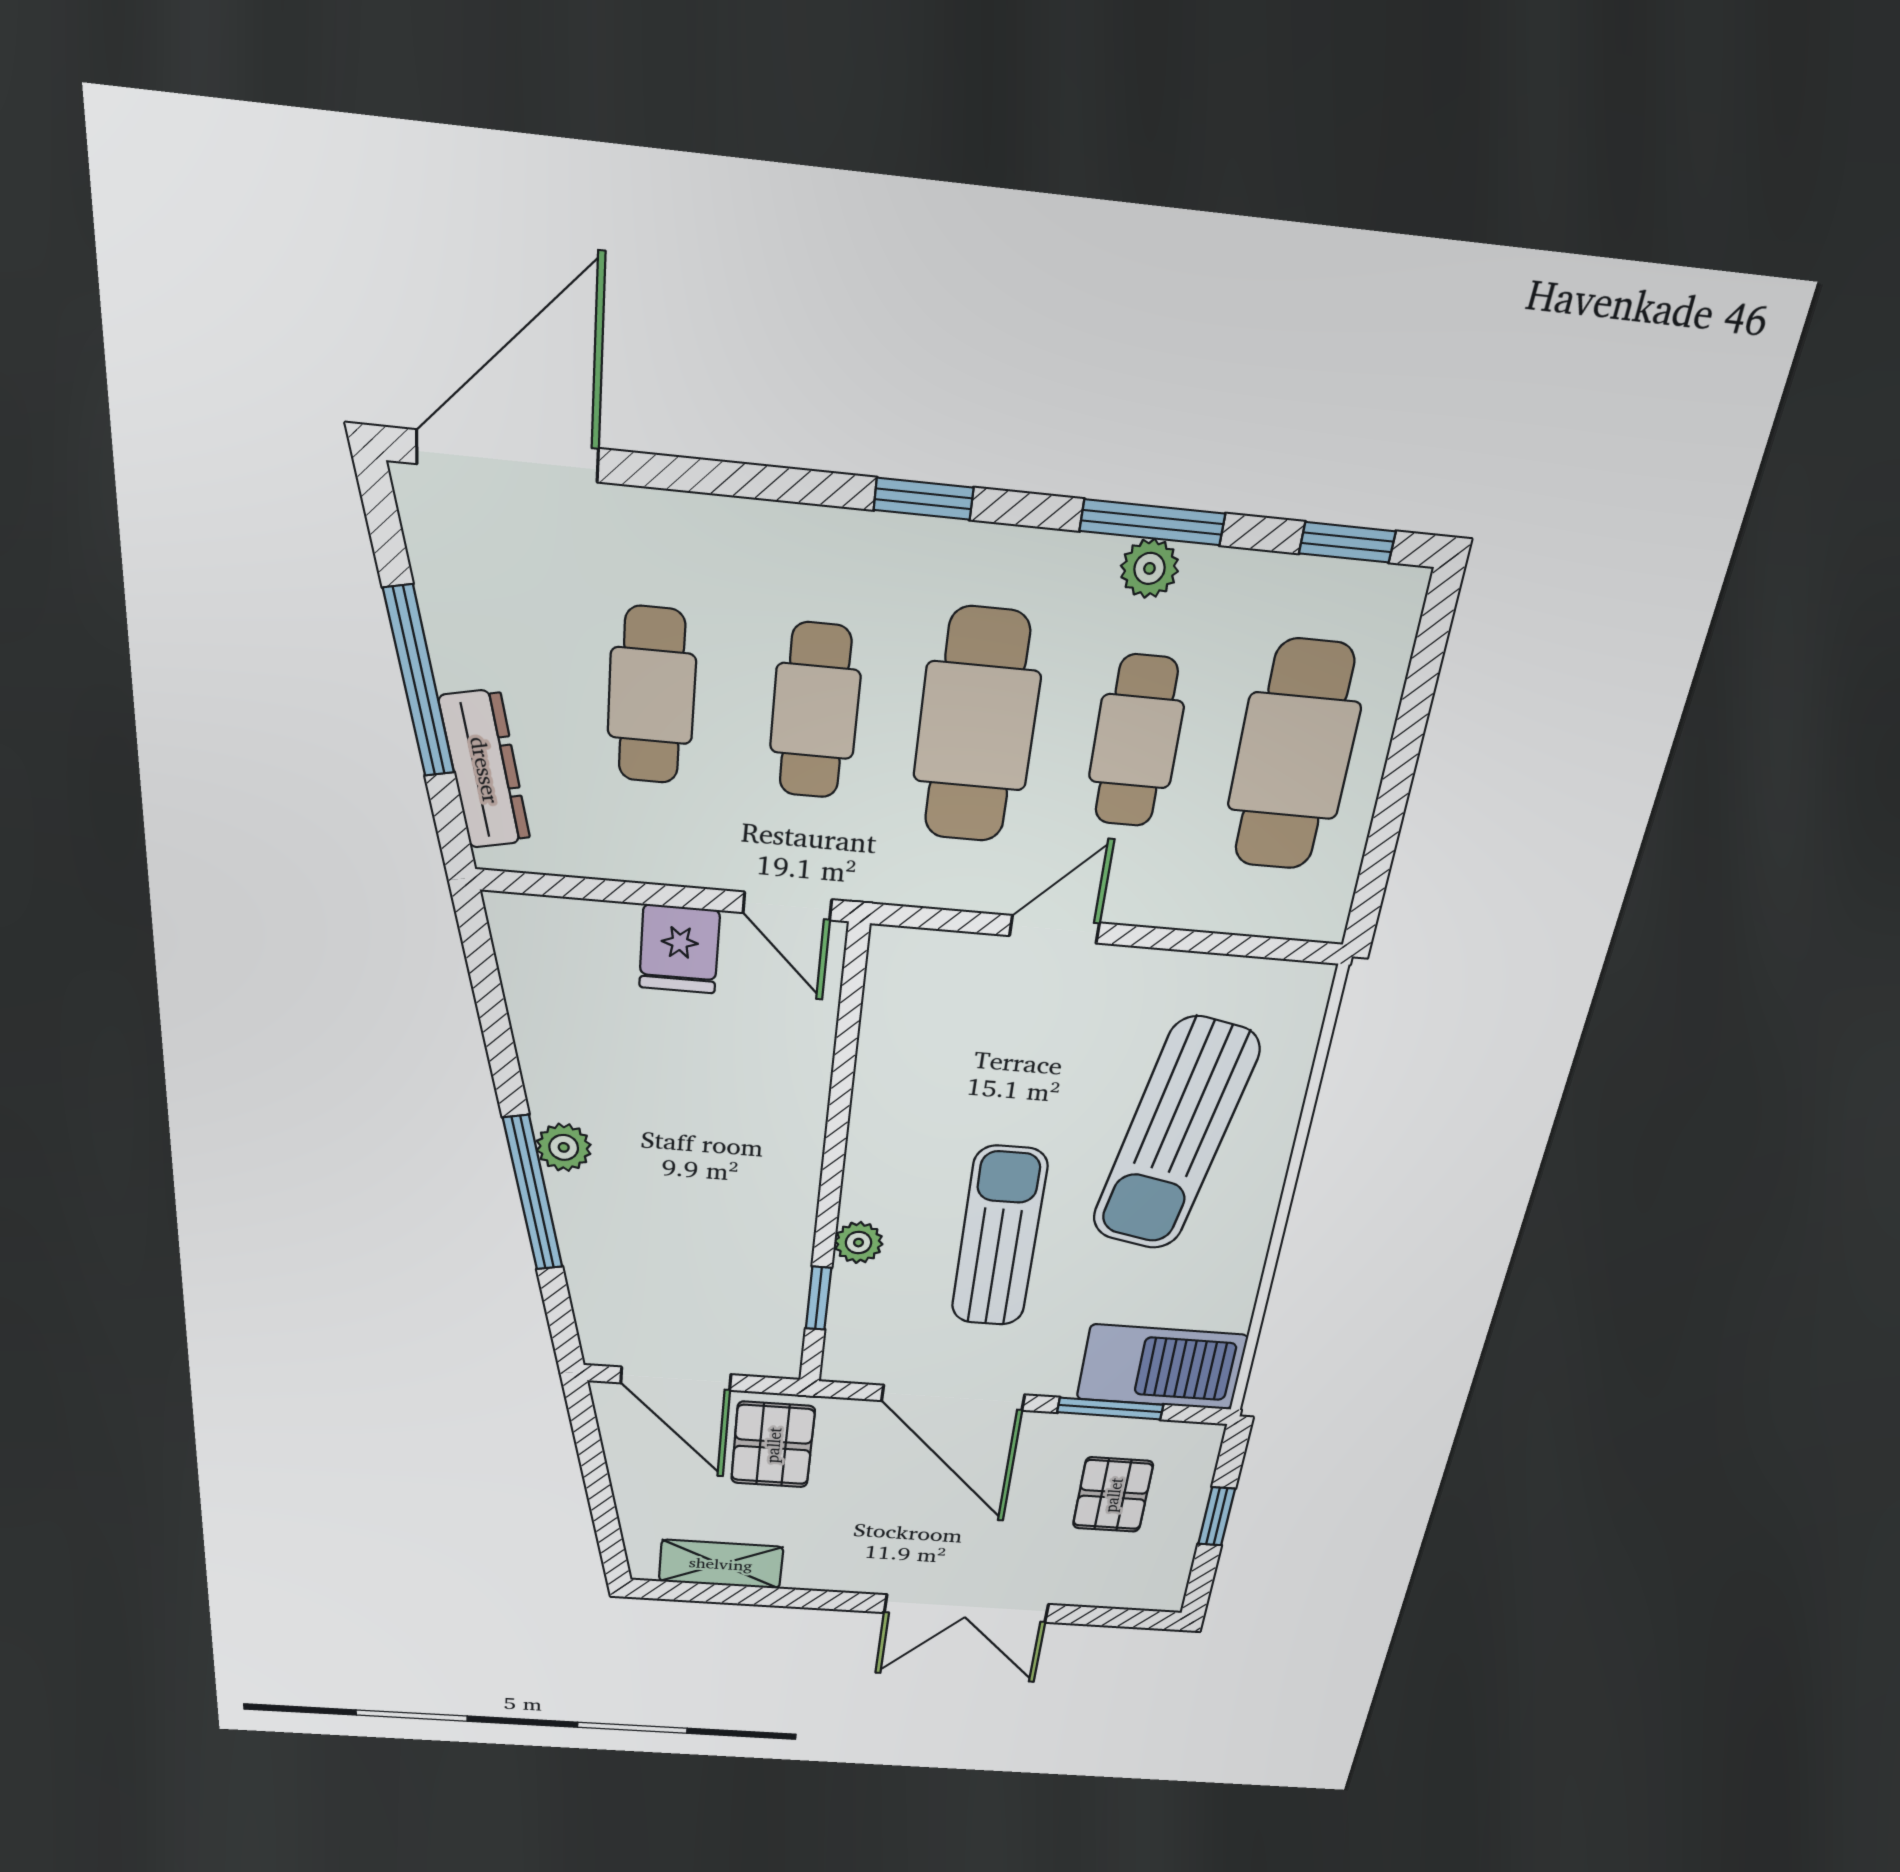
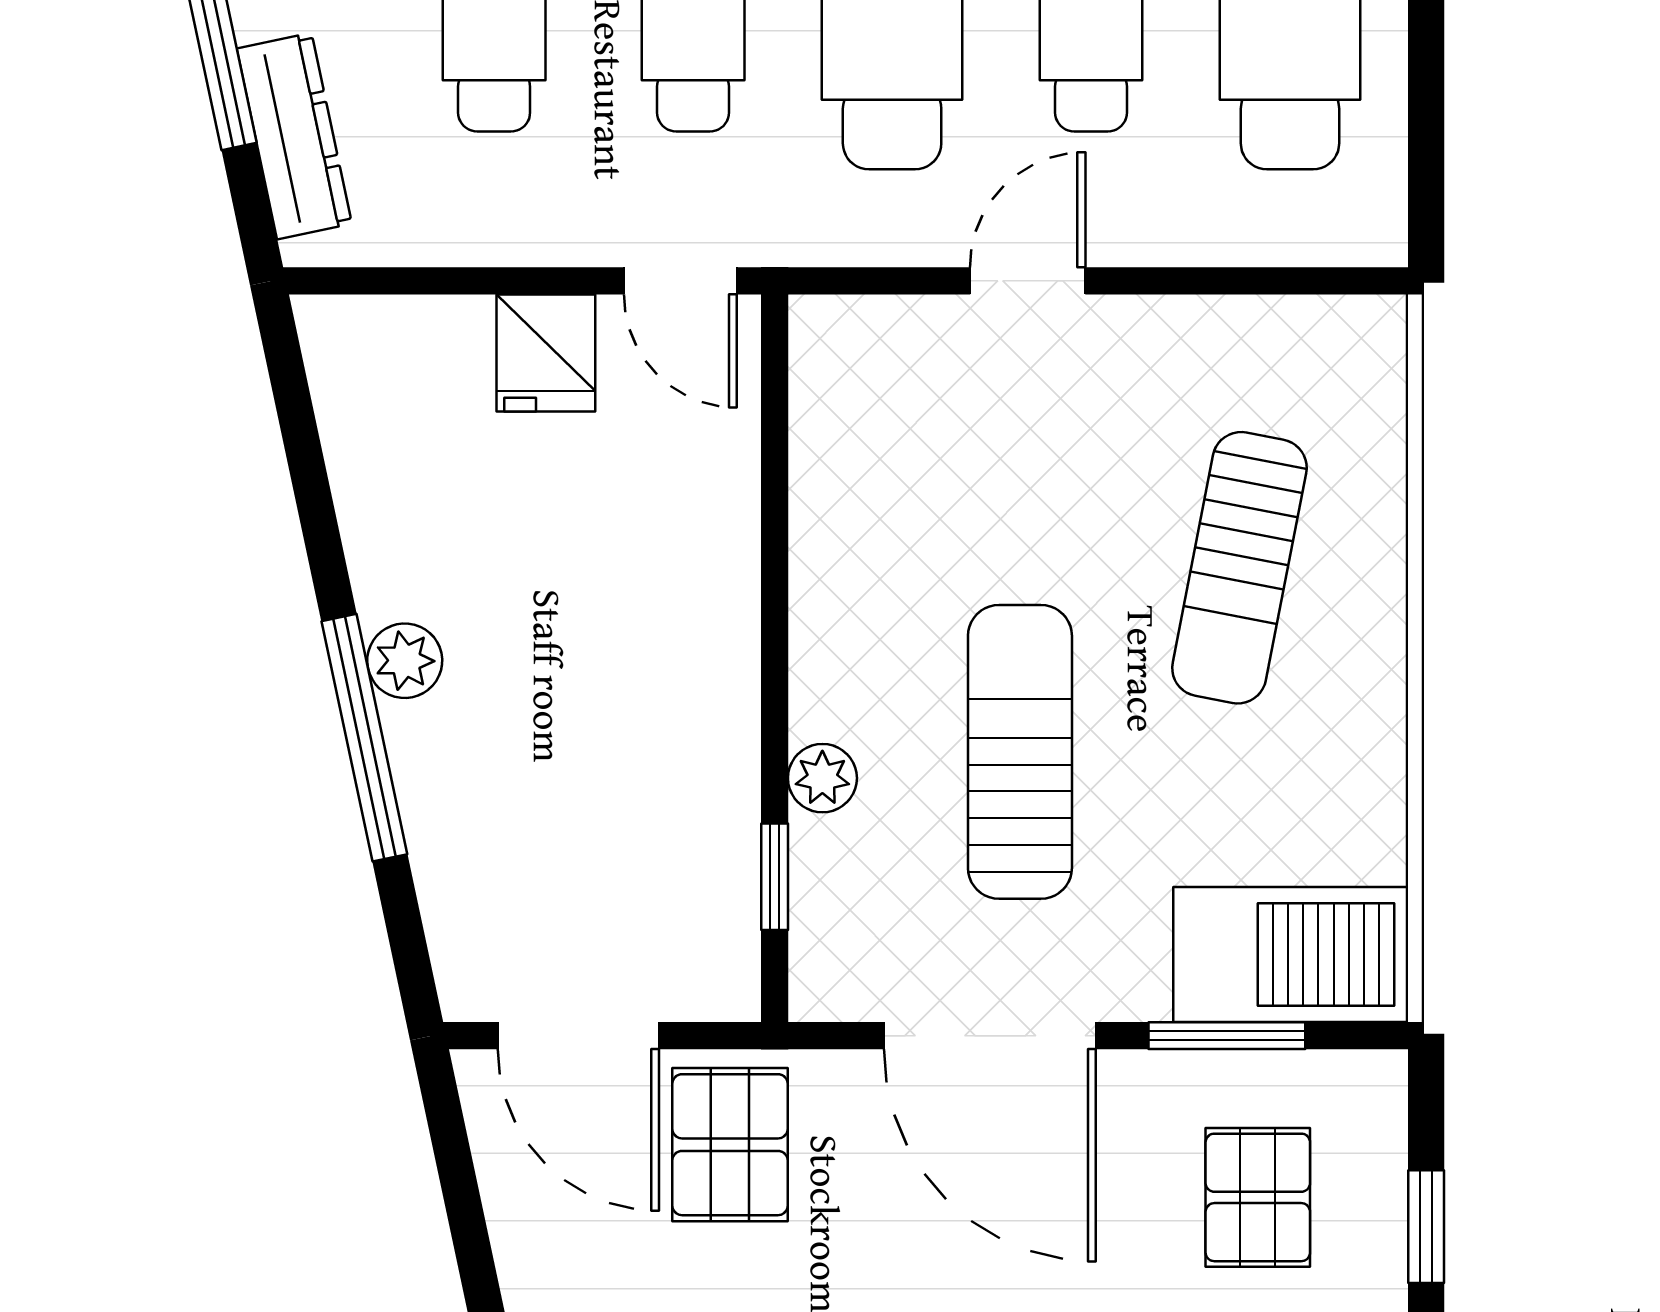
sun lounger: (1175, 1135) -> (1239, 568), width x0.73, depth x0.75

